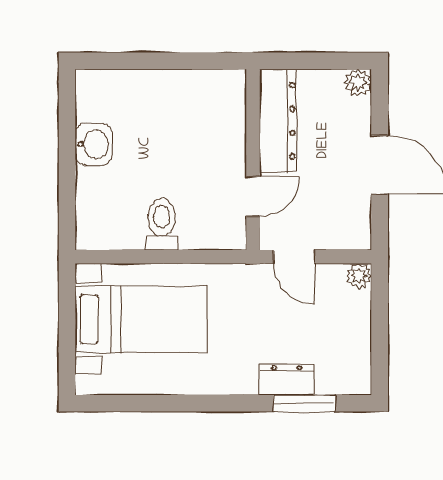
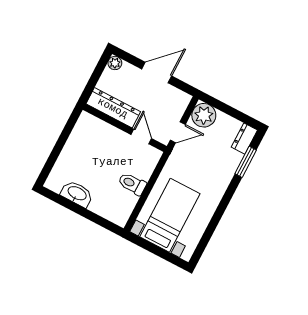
washbasin: (93, 144) -> (77, 194), width x1.38
plant: (359, 276) -> (204, 115), width x1.88, depth x1.88
dresser: (287, 380) -> (244, 139), moved

